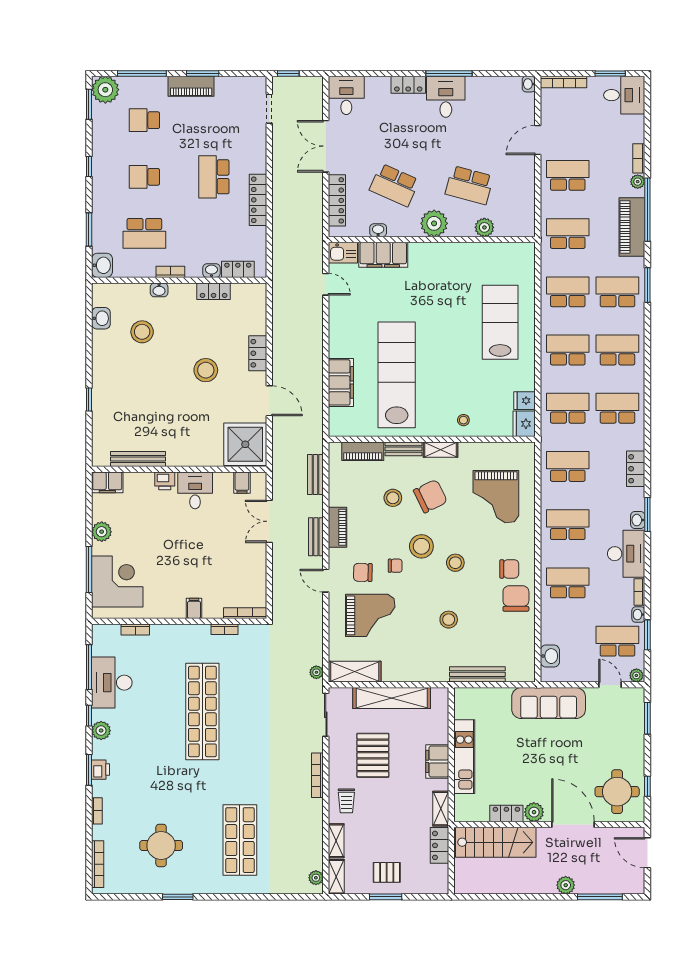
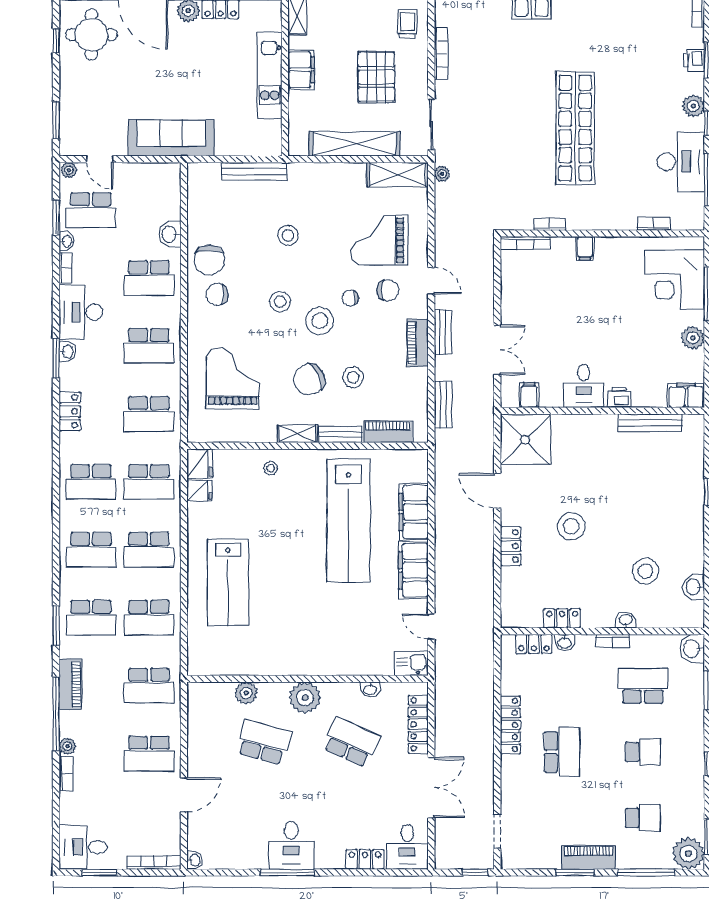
locker: (408, 85) -> (365, 859), moved
piano: (632, 227) -> (70, 684), width x0.73, depth x0.75
filing cabinet: (383, 255) -> (413, 570), moved, turned -90
washbasin: (550, 656) -> (170, 234), moved

